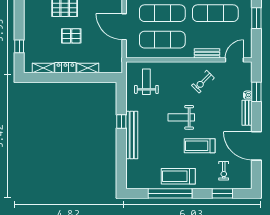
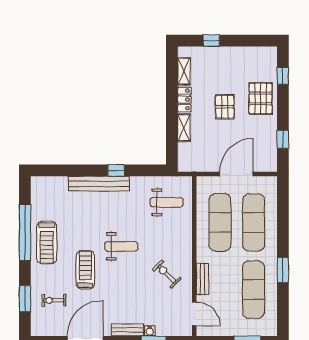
weight bench: (181, 117) -> (121, 246), turned 90
treadmill: (178, 176) -> (47, 242), turned 180

